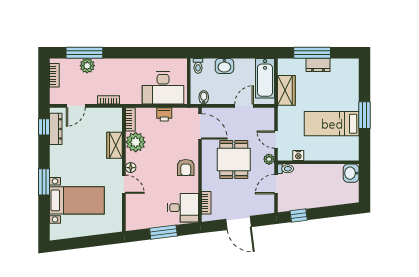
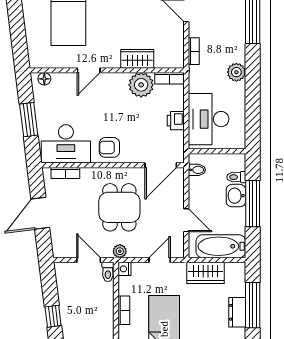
window: (231, 53) -> (253, 204), added
plant: (87, 66) -> (236, 72), moved
toilet: (198, 66) -> (236, 177), moved
door: (276, 140) -> (160, 260), moved
nightstand: (298, 155) -> (124, 269), moved
bookcase: (316, 156) -> (124, 310), added
dining table: (234, 160) -> (119, 207), turned 90
floor lamp: (131, 168) -> (44, 79), moved
desk: (183, 208) -> (66, 144), width x1.37
window: (299, 215) -> (53, 316), moved

